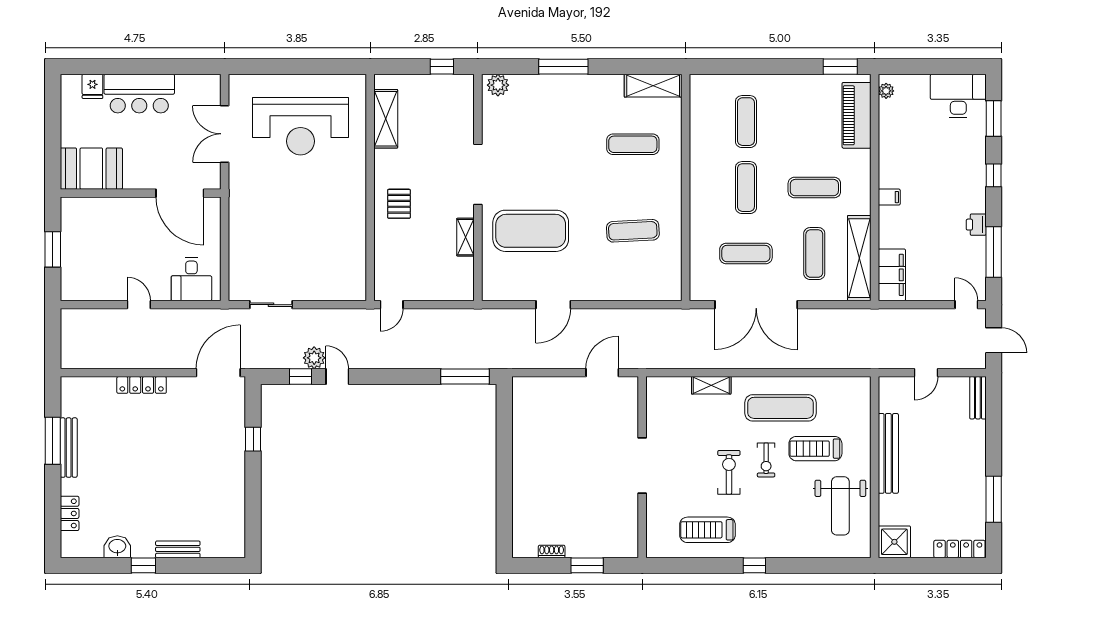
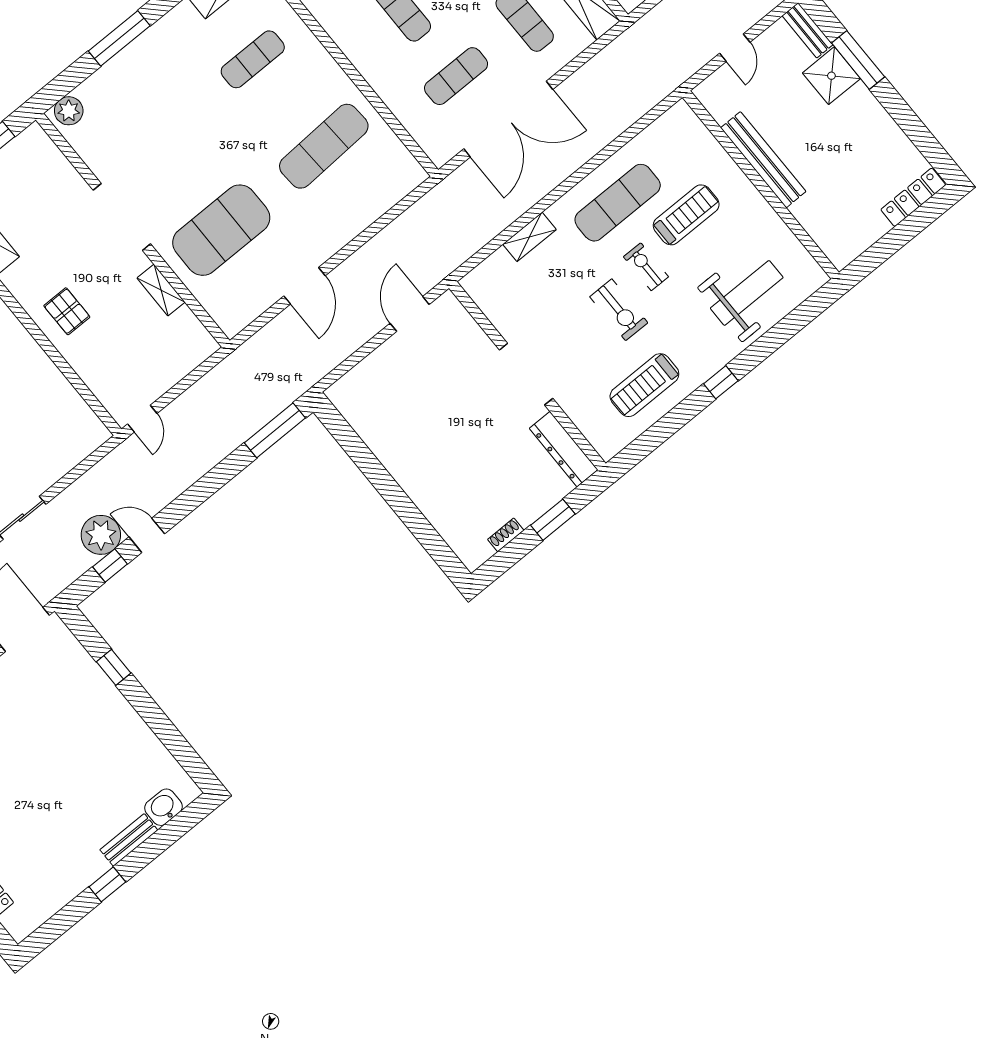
exercise mat: (633, 231) -> (324, 146), width x1.36, depth x1.45
plant: (314, 358) -> (101, 535), width x1.36, depth x1.36
treadmill: (815, 449) -> (686, 215), turned 180
exercise bike: (766, 460) -> (646, 267), turned 180
exercise bike: (729, 472) -> (619, 310), turned 180
window: (994, 499) -> (858, 60), moved
weight bench: (840, 506) -> (747, 293), moved, turned -90
dresser: (628, 528) -> (564, 449), added
shower: (894, 542) -> (831, 76), moved
washbasin: (117, 547) -> (163, 807), moved

